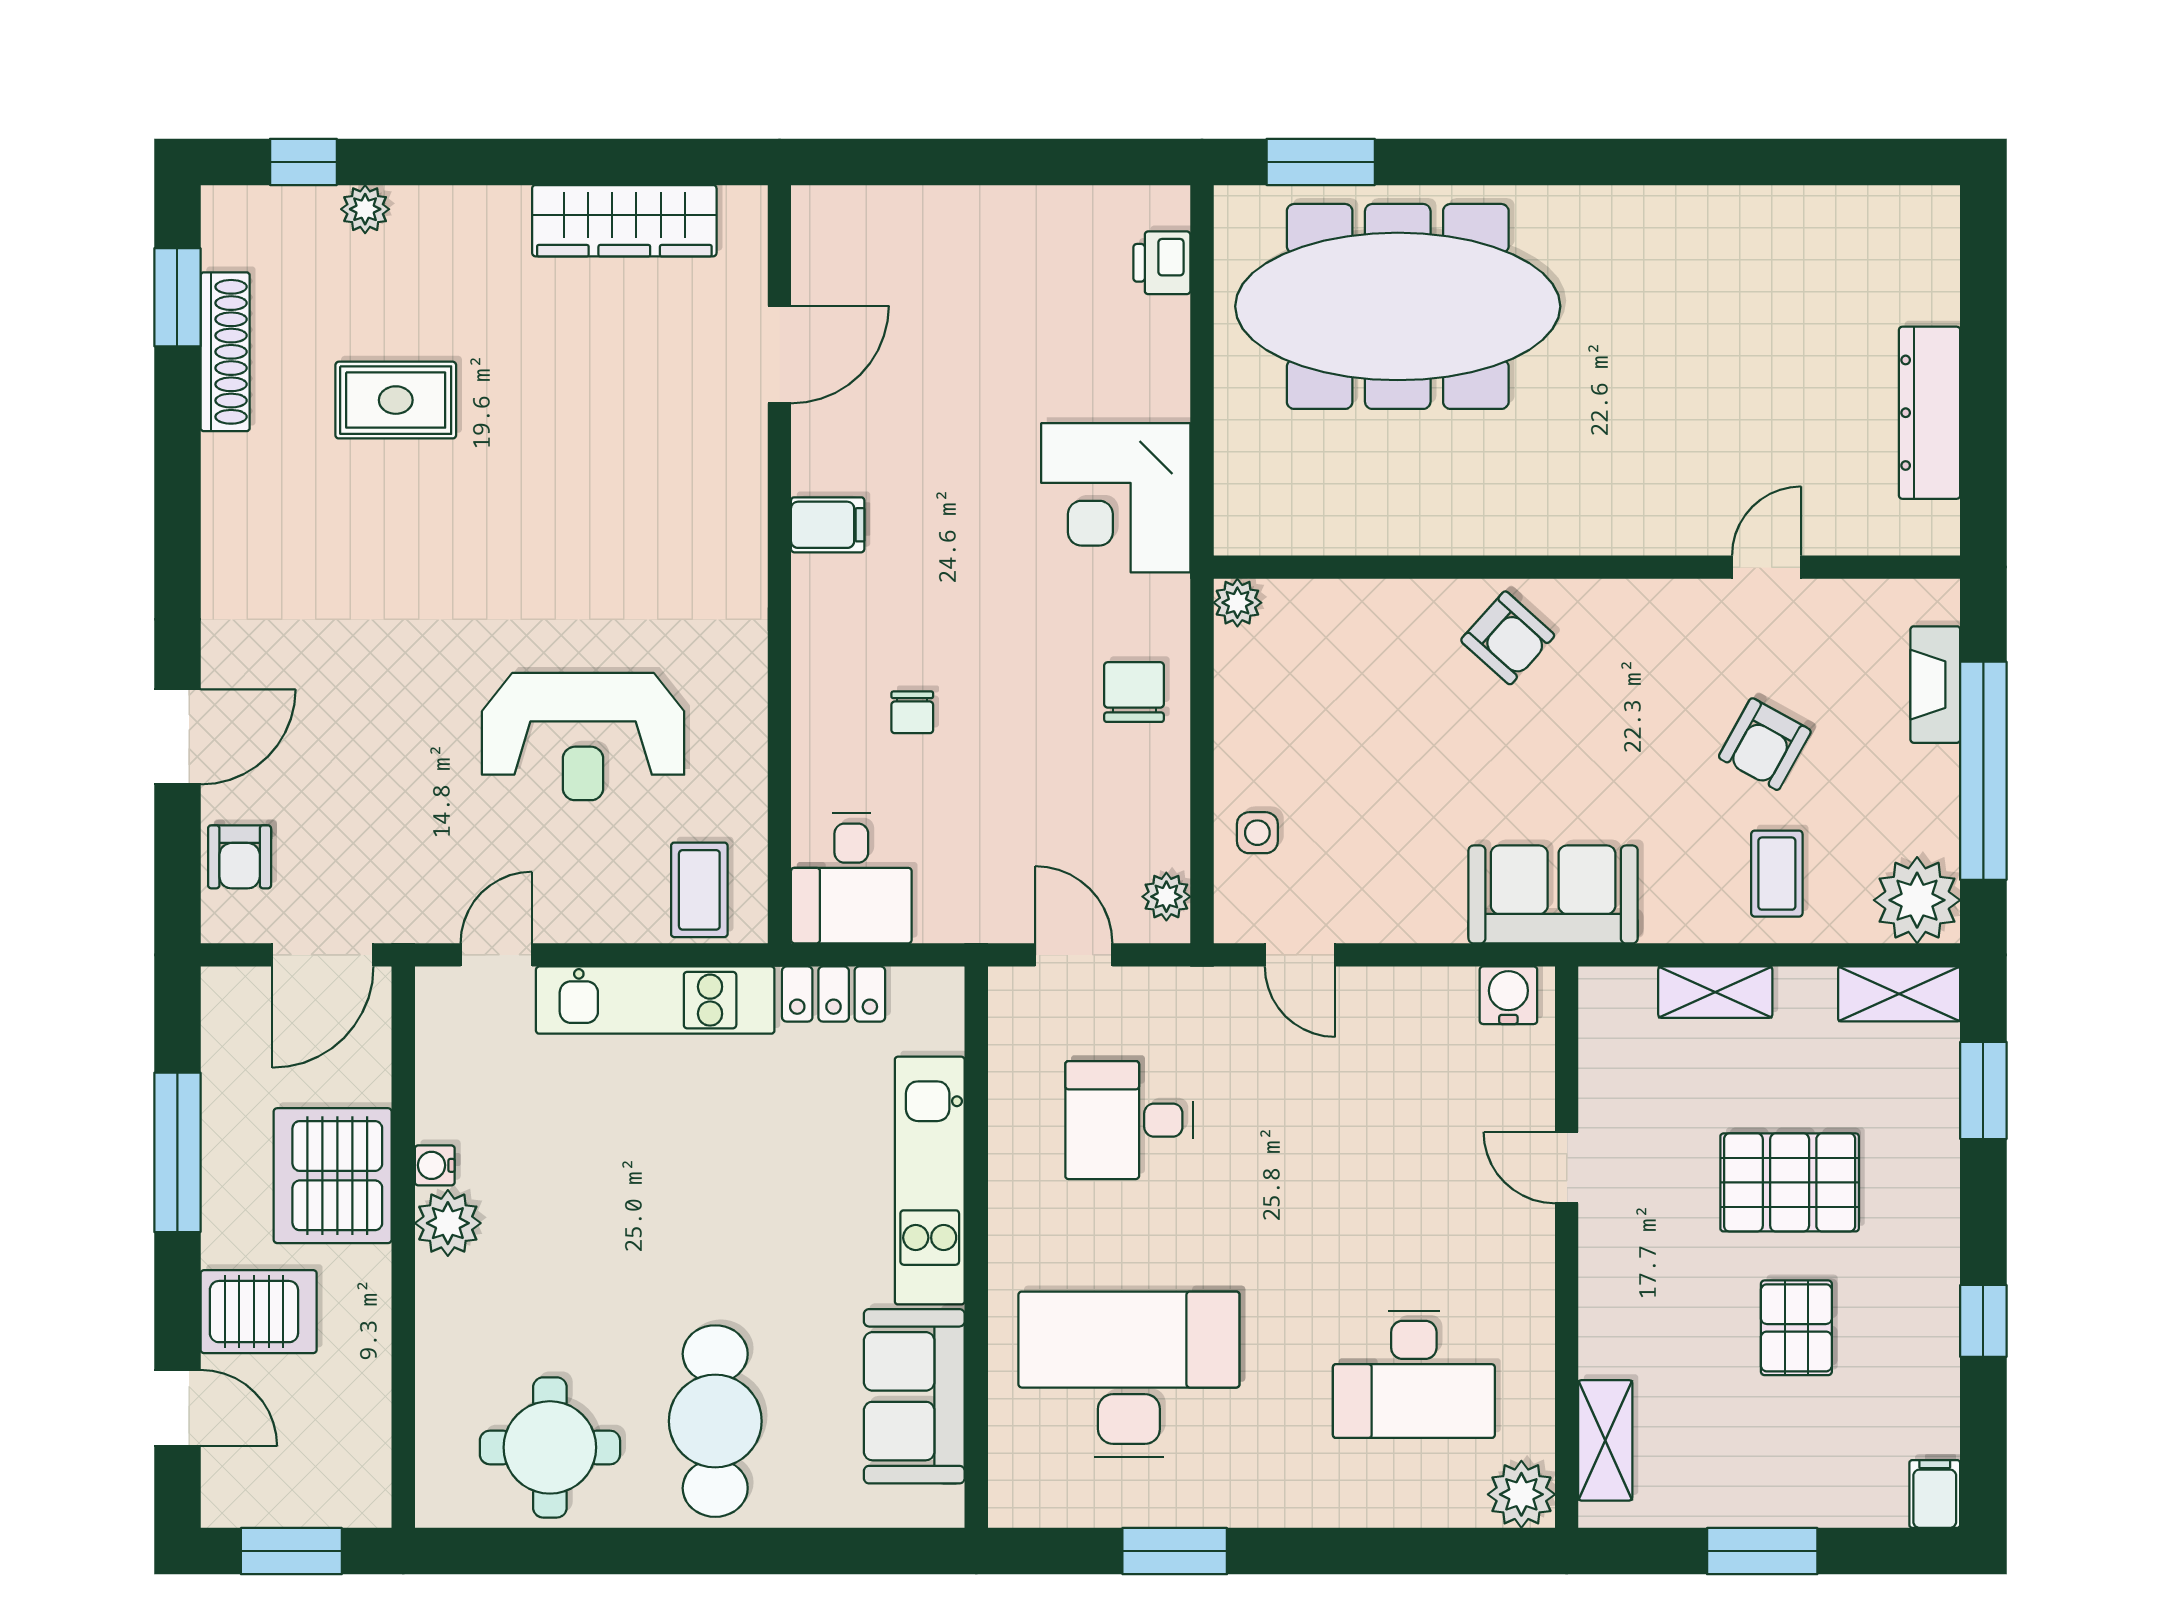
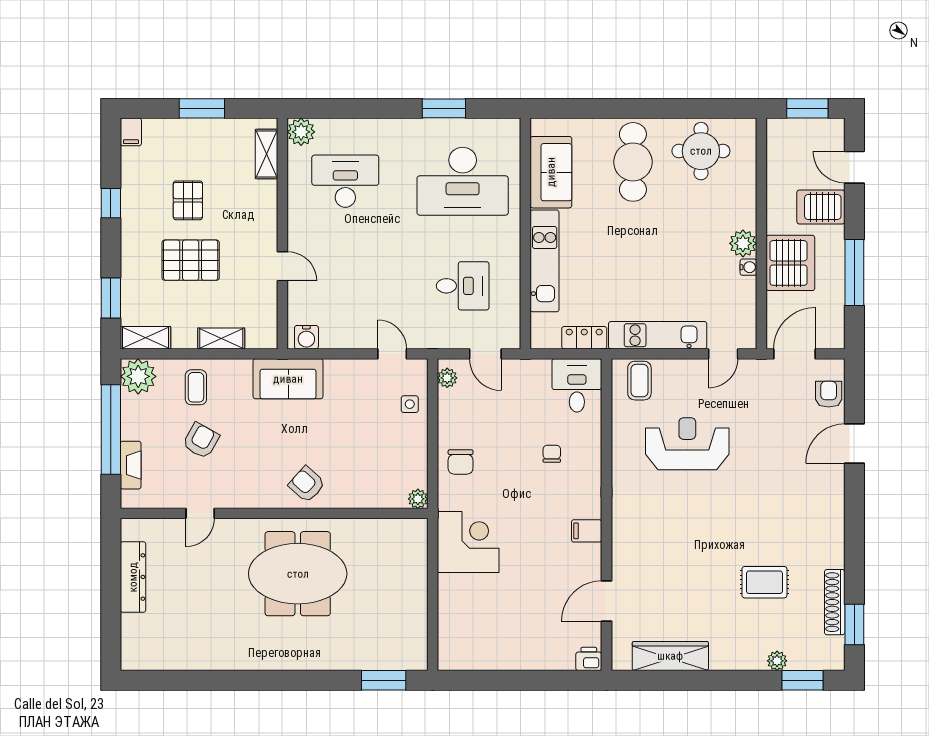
window: (303, 162) -> (802, 680), width x1.50
printer: (1162, 263) -> (589, 659), moved, turned -90
meeting table: (1398, 306) -> (298, 574), moved, width x0.73

